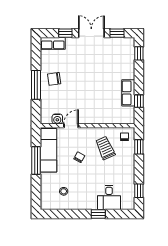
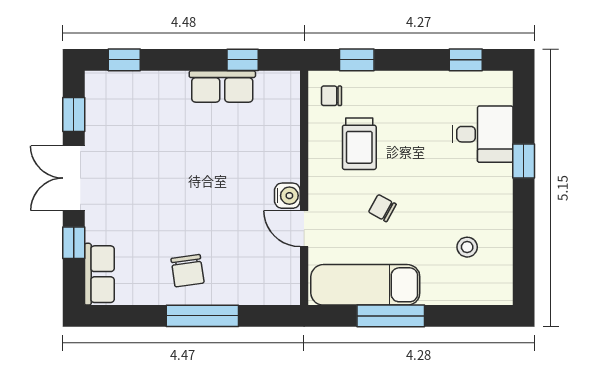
water cooler: (57, 119) -> (287, 196), moved
trolley: (105, 148) -> (359, 144), turned -66

